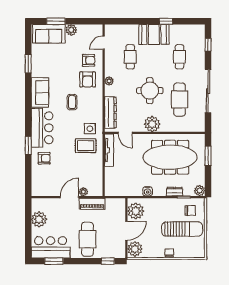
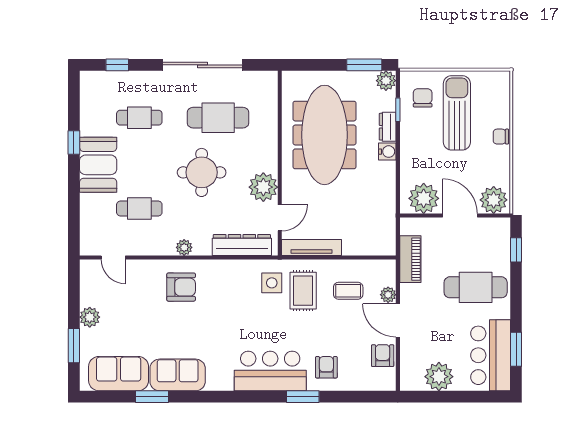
sofa: (49, 34) -> (119, 374), moved, turned -90
armchair: (89, 60) -> (383, 356), moved
sofa: (40, 93) -> (178, 375), moved
coffee table: (72, 102) -> (348, 291), moved
plant: (152, 124) -> (263, 187), moved
window: (208, 156) -> (364, 65), moved
water cooler: (148, 191) -> (387, 152), moved
piano: (92, 204) -> (410, 259), moved

